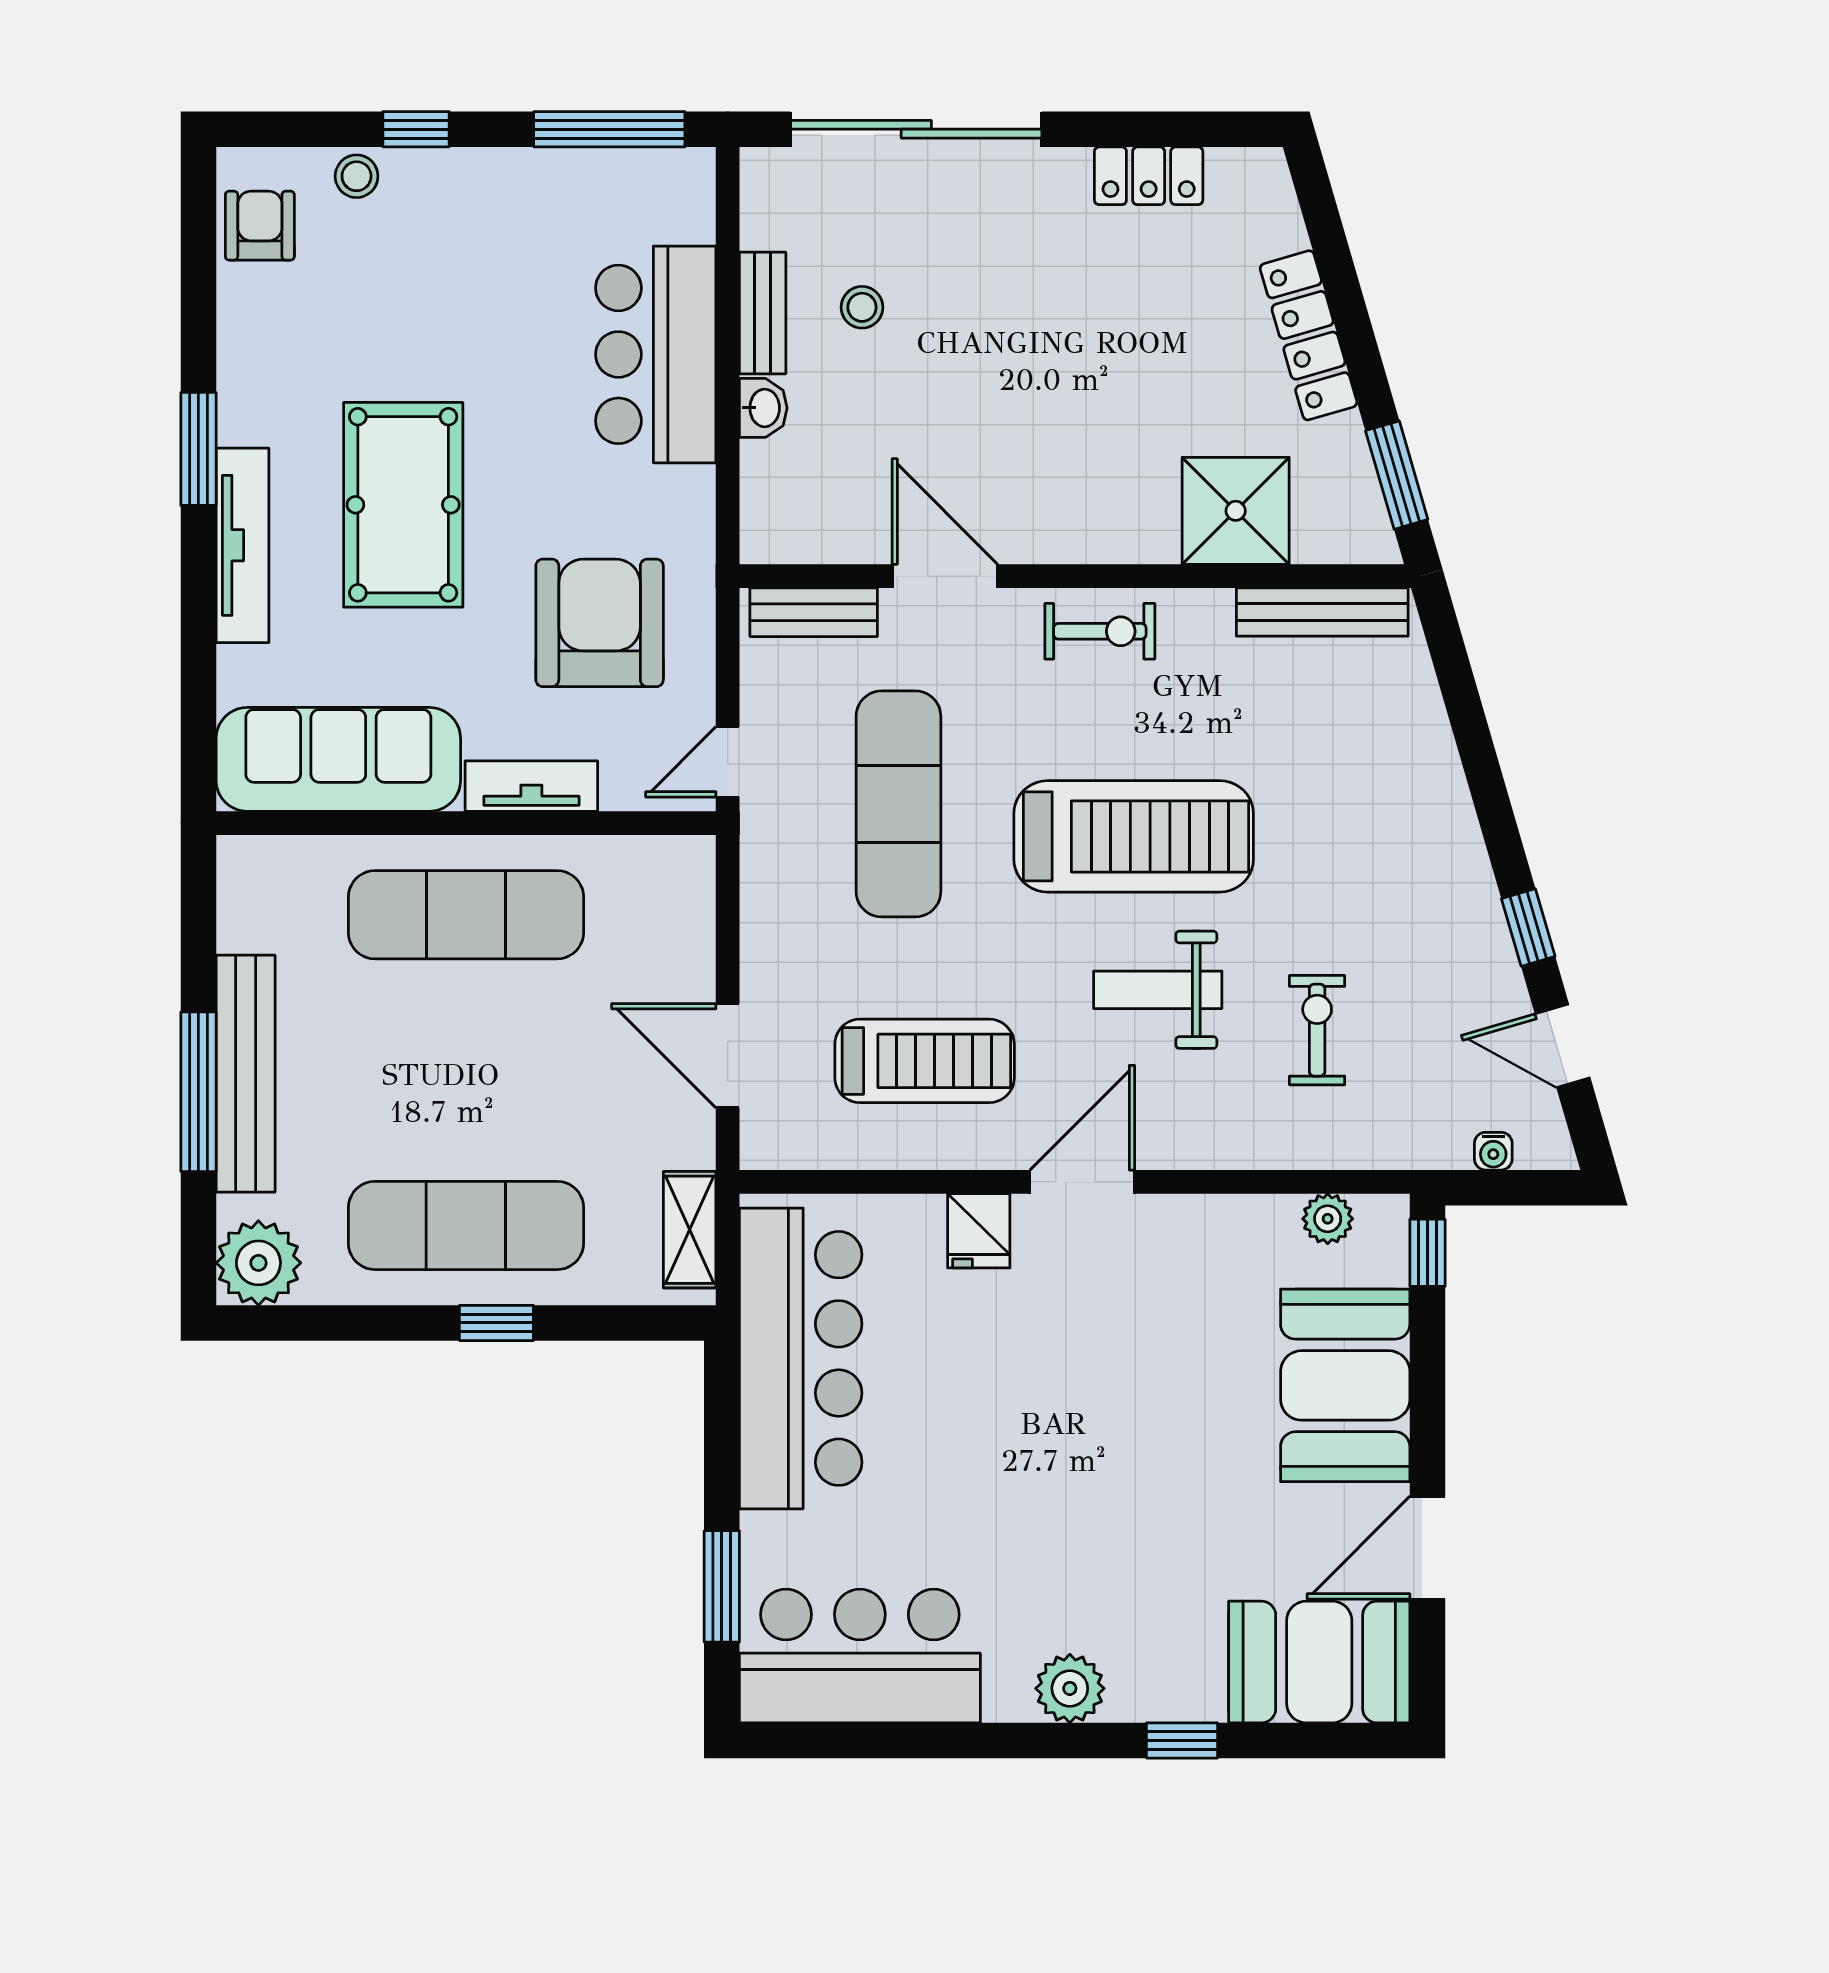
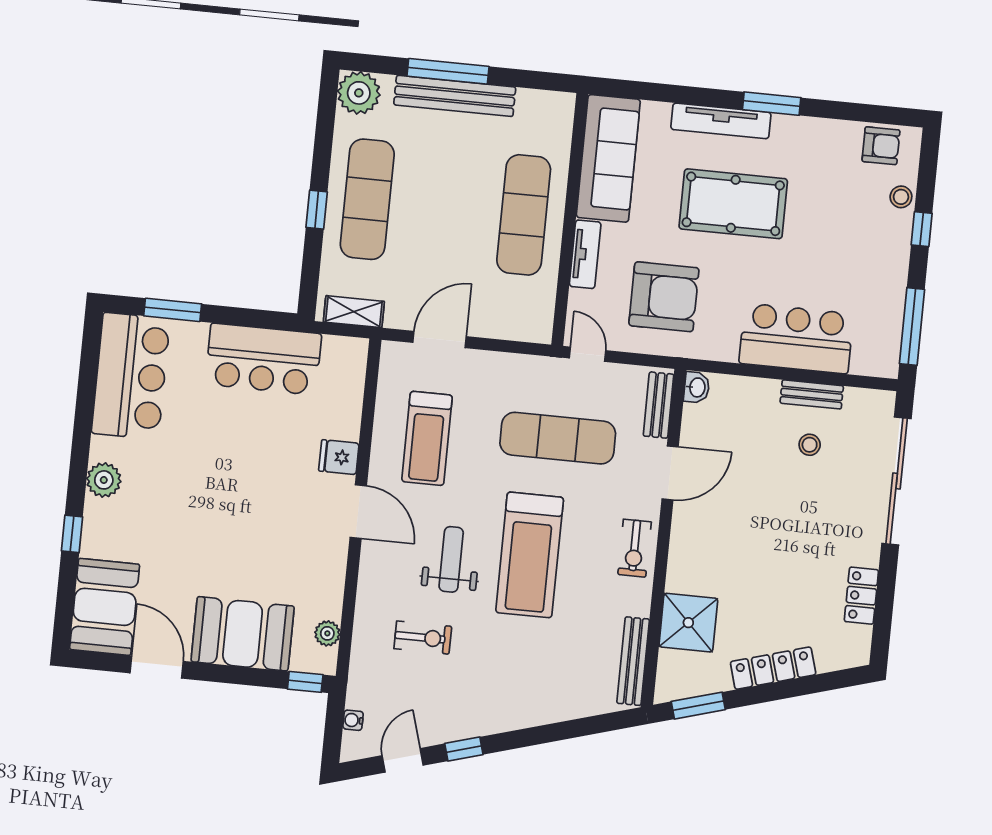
washbasin: (763, 408) -> (697, 387), moved, turned -90
bar counter: (801, 1358) -> (263, 359), width x0.73

